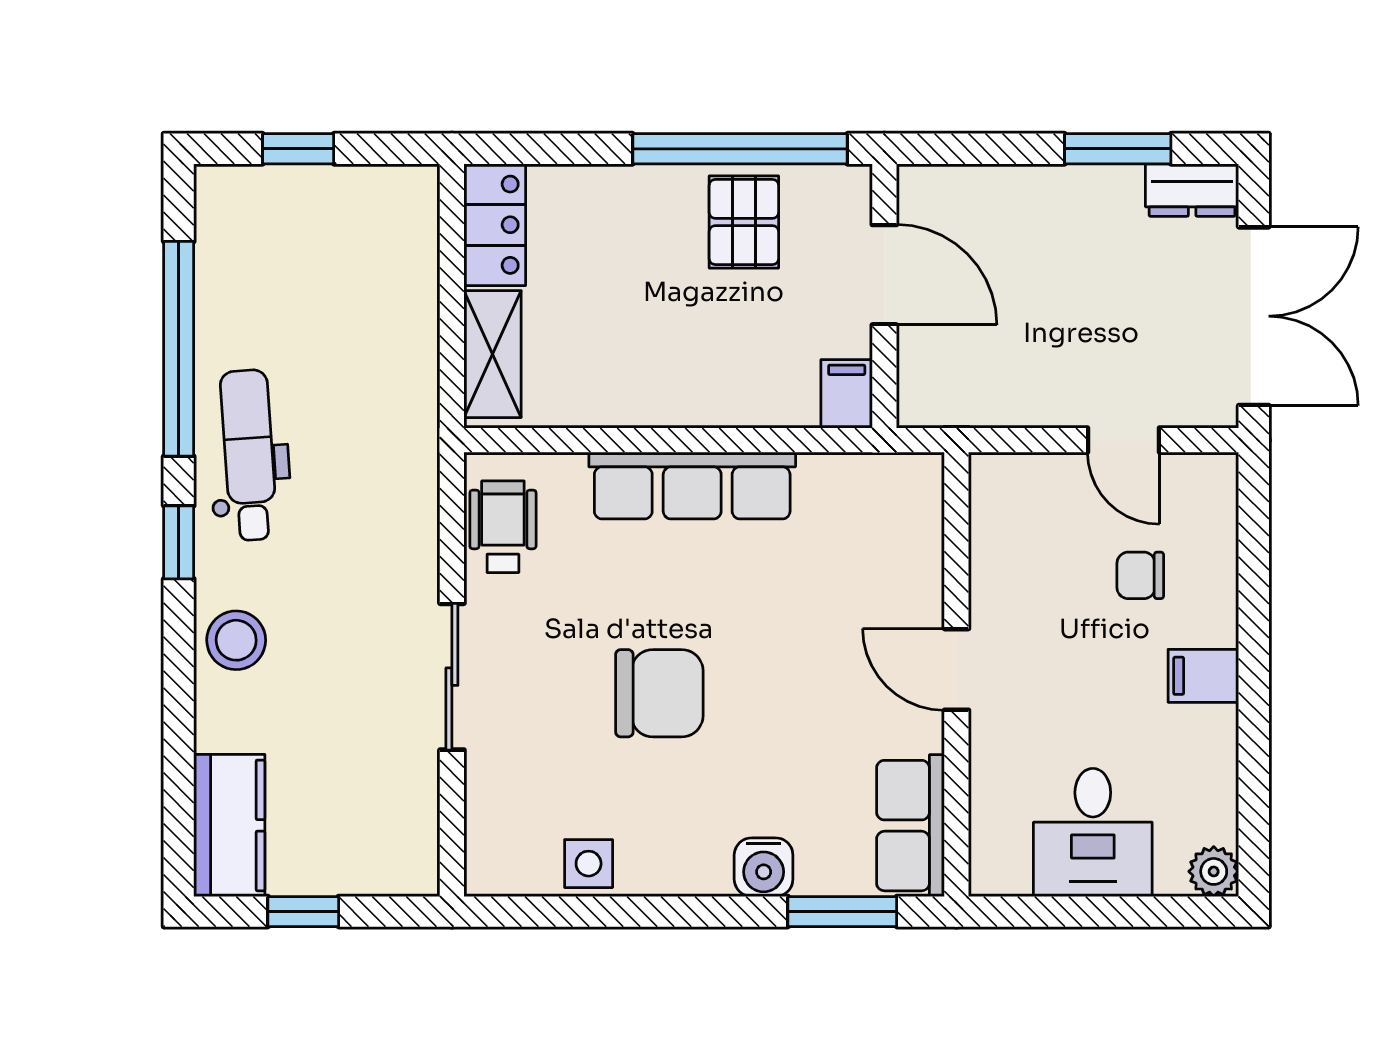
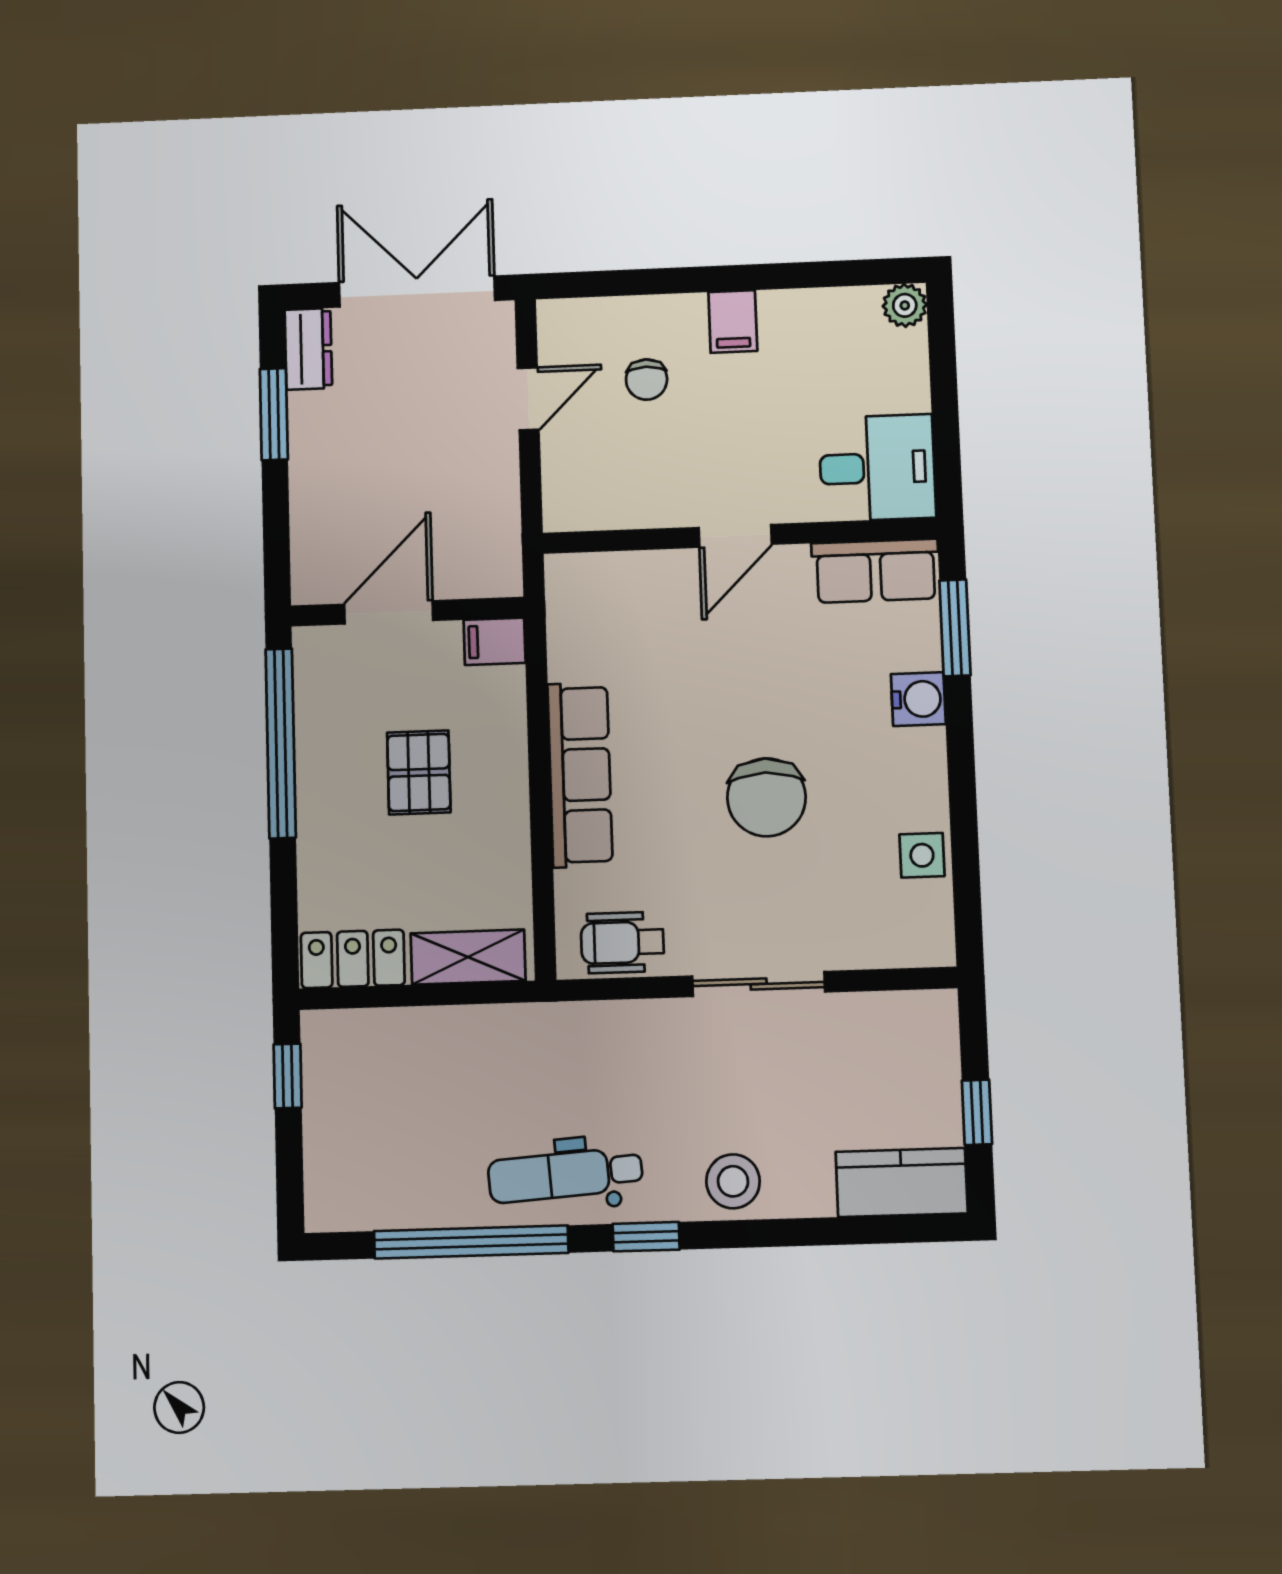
window: (298, 149) -> (288, 1076), moved
pallet: (744, 222) -> (419, 772), moved, turned 90
chair: (659, 693) -> (766, 797), turned 180
desk: (1093, 832) -> (877, 468), moved

